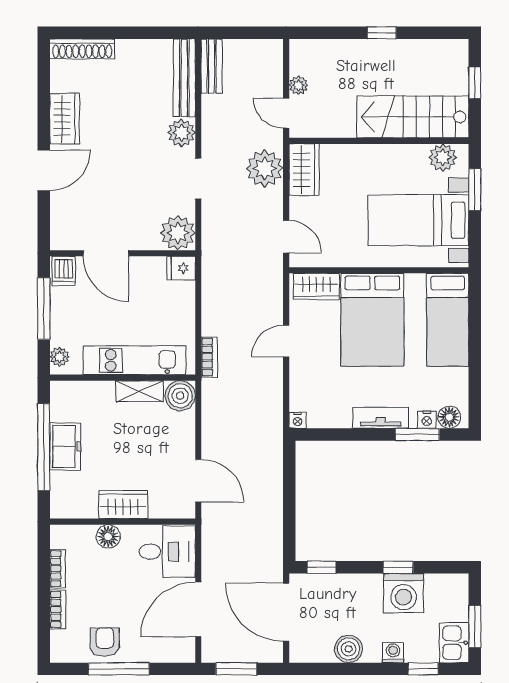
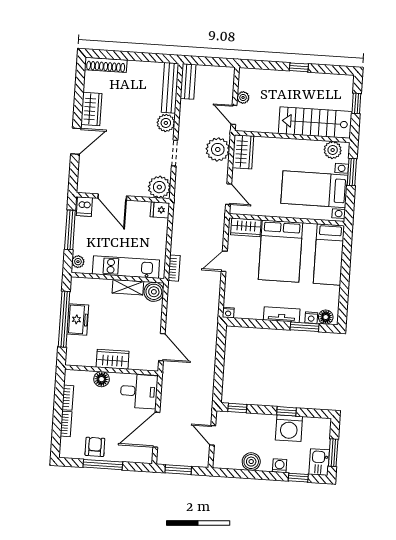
door: (286, 612) -> (213, 435), width x0.53

